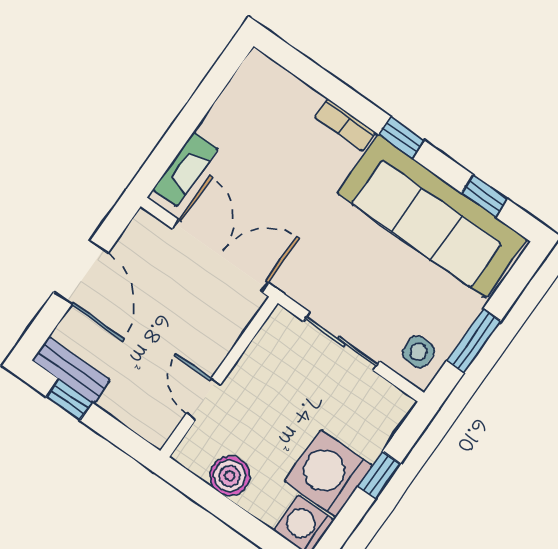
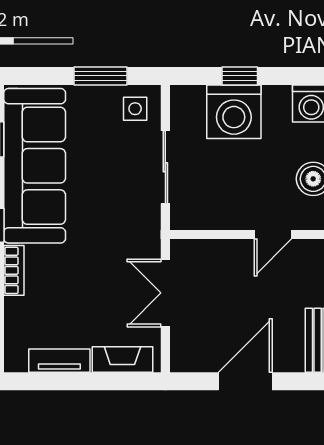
tv unit: (227, 107) -> (59, 361), added
double door: (220, 256) -> (165, 293), width x0.73
washing machine: (328, 473) -> (234, 112), moved

